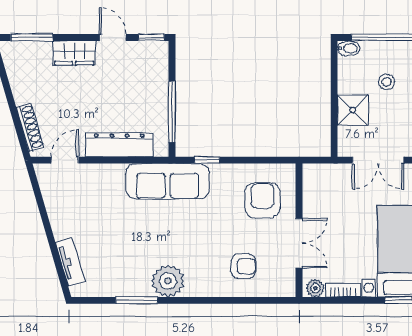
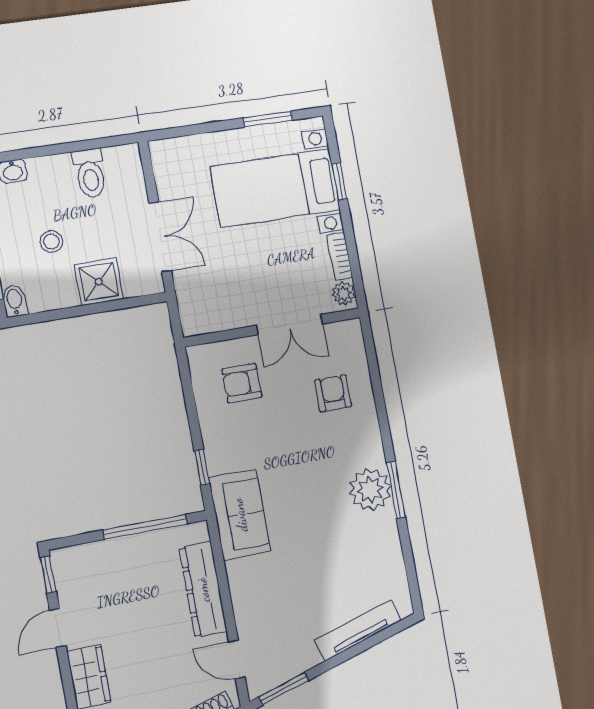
sofa: (168, 181) -> (240, 515), width x0.73
window: (37, 190) -> (284, 689), added
armchair: (262, 200) -> (242, 383), width x0.72, depth x0.72
double door: (299, 243) -> (289, 325), swing flipped
tv unit: (70, 262) -> (358, 630), width x1.41
window: (137, 300) -> (396, 490), moved

